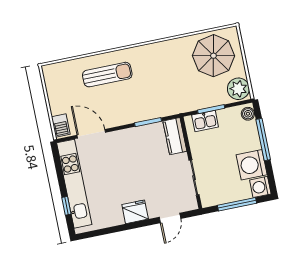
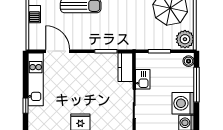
kitchen sink: (205, 121) -> (143, 79), moved, turned -90
barbecue: (61, 125) -> (34, 14), moved
kitchen unit: (74, 184) -> (36, 79), width x0.73

